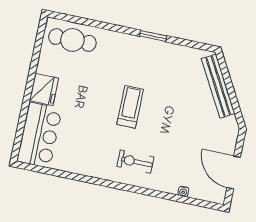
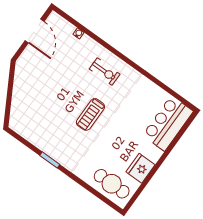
bench: (218, 86) -> (18, 101), removed
fridge: (44, 89) -> (141, 168), moved

